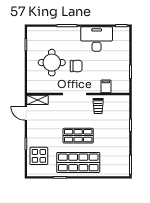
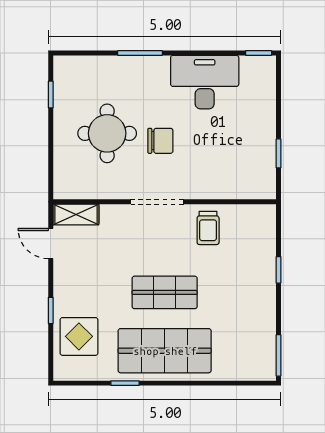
filing cabinet: (106, 86) -> (225, 185), removed

